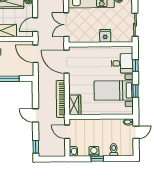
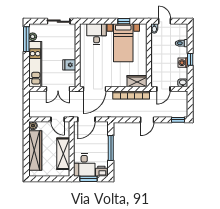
fridge: (105, 36) -> (69, 65), moved
window: (135, 65) -> (99, 21), removed

